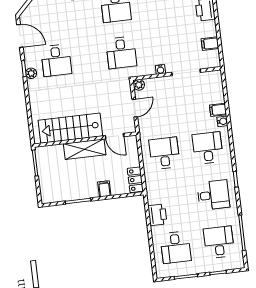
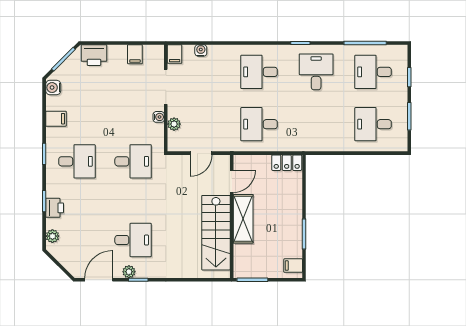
plant: (31, 73) -> (129, 272), moved
plant: (139, 85) -> (174, 124), moved
door: (135, 108) -> (201, 153), swing flipped
filing cabinet: (218, 110) -> (175, 54), moved
water cooler: (222, 121) -> (201, 50), moved
filing cabinet: (104, 189) -> (293, 266), moved
printer: (157, 215) -> (332, 141), removed
desk: (176, 247) -> (373, 124), turned 180

